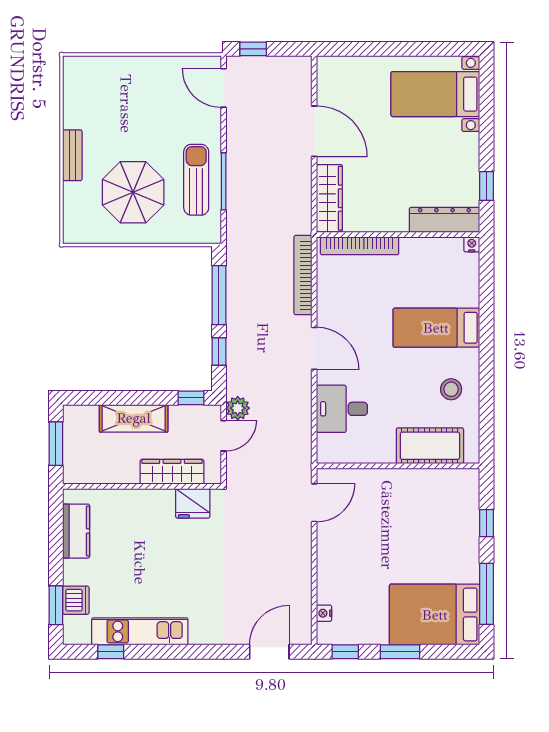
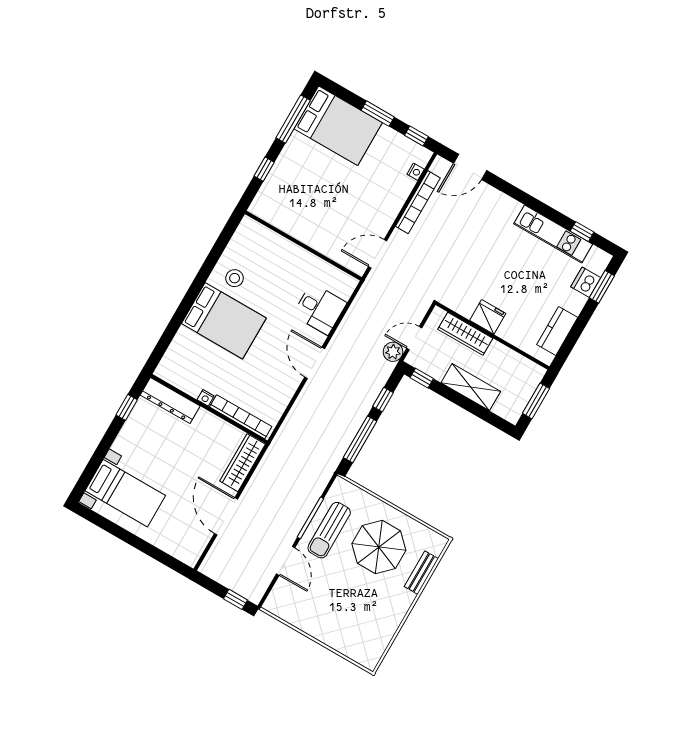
door: (224, 88) -> (286, 561), moved
bench: (72, 155) -> (421, 573), moved
nightstand: (472, 244) -> (206, 398), moved
bookcase: (303, 275) -> (418, 202), moved
bed: (436, 328) -> (224, 321), width x1.50
cot: (430, 446) -> (273, 247), removed
fridge: (193, 503) -> (488, 317), moved

